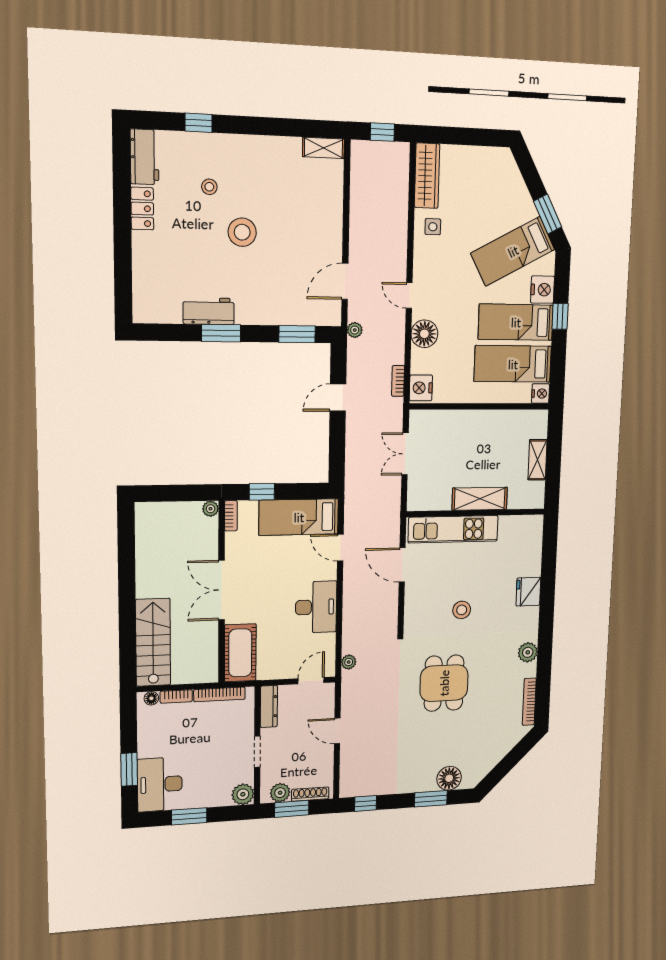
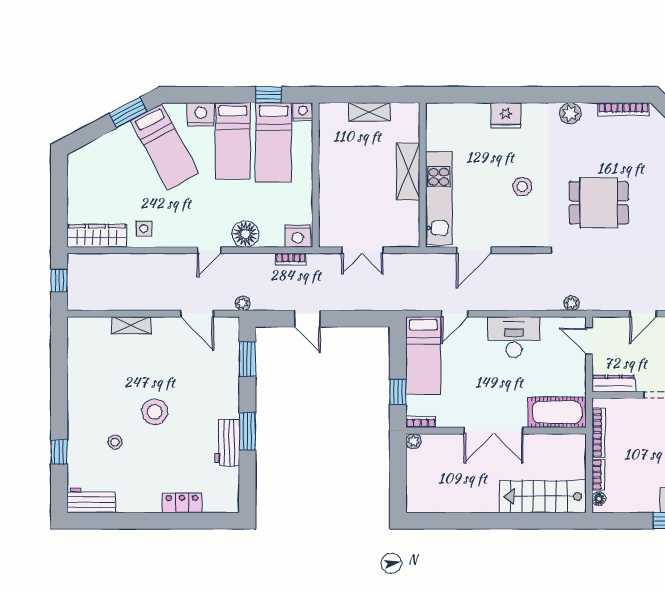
shelving: (323, 148) -> (131, 325), moved, turned 90
locker: (142, 209) -> (182, 503), moved
window: (560, 316) -> (269, 95), moved

